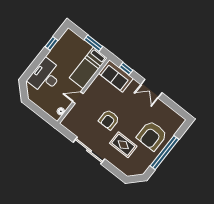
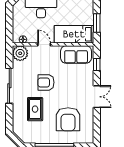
sofa: (116, 76) -> (76, 54), moved, turned -90
double door: (151, 89) -> (97, 97), swing flipped
plant: (70, 122) -> (20, 53), added
armchair: (152, 136) -> (68, 119), moved, turned -90

